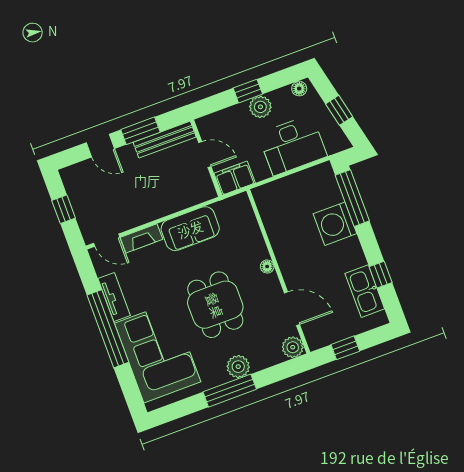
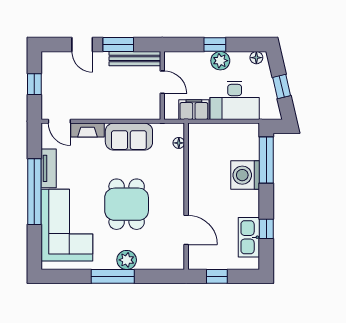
filing cabinet: (235, 178) -> (194, 110), moved
floor lamp: (267, 267) -> (179, 143), moved
plant: (293, 347) -> (175, 261), removed

